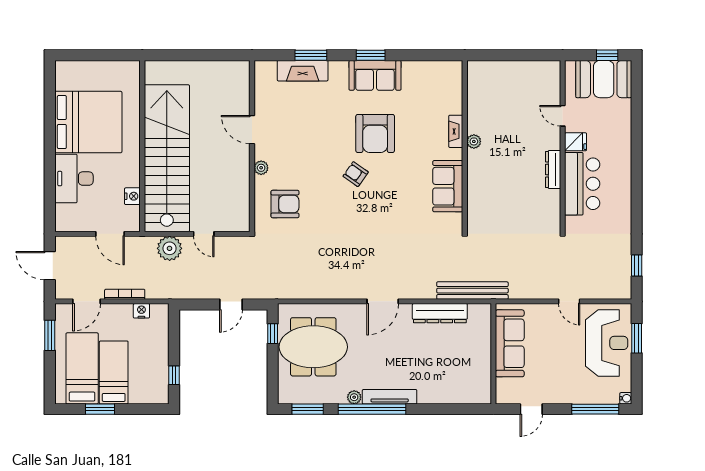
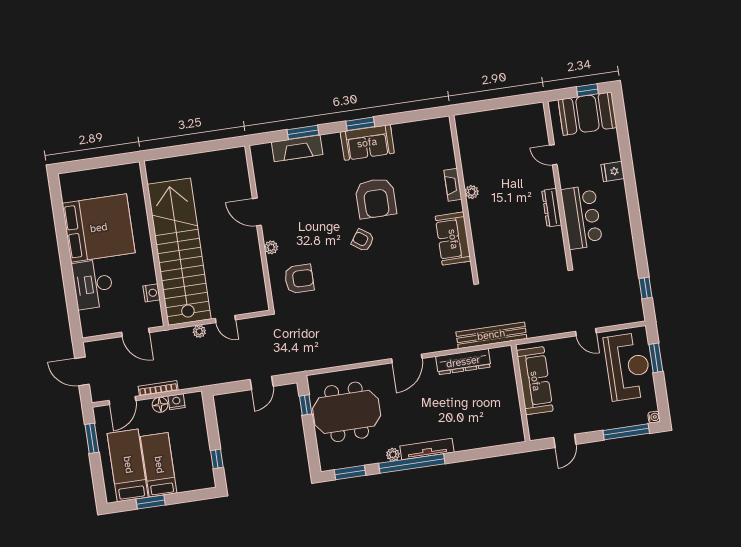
fridge: (576, 142) -> (613, 171), moved, turned 180
plant: (170, 248) -> (199, 331), width x0.53, depth x0.53
floor lamp: (124, 311) -> (160, 405), added

